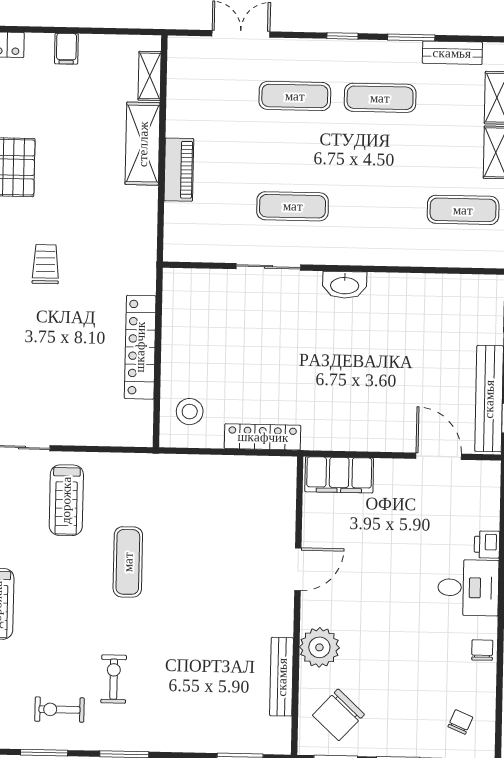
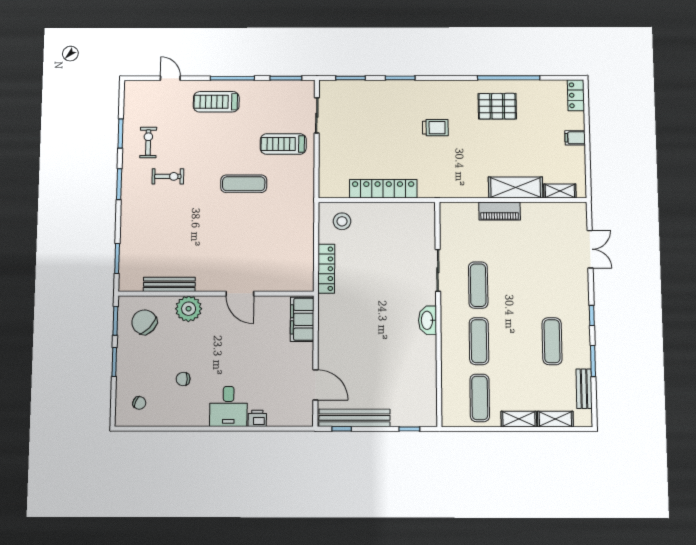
exercise mat: (295, 96) -> (479, 341), moved
door: (439, 456) -> (315, 385), hinge flipped
chair: (482, 650) -> (183, 379), moved, turned 180

